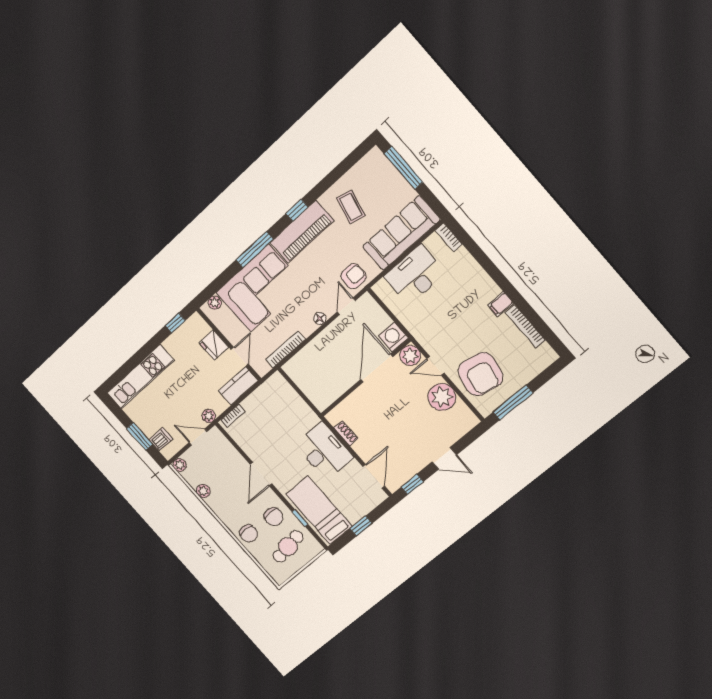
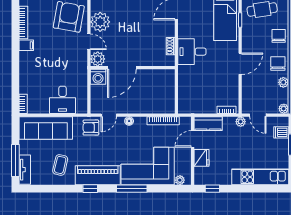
tv unit: (384, 167) -> (25, 170), added
desk: (415, 275) -> (63, 100), width x0.73
desk: (324, 451) -> (192, 52), width x0.73
chair: (274, 517) -> (278, 63), moved

